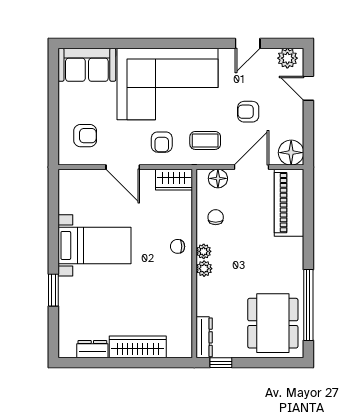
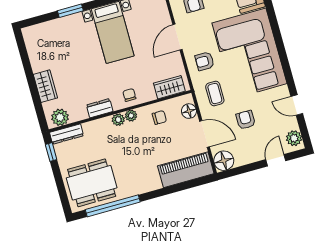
wardrobe: (174, 180) -> (169, 87), moved, turned 90
plant: (181, 340) -> (60, 117), added
wardrobe: (138, 347) -> (45, 86), width x0.67
dresser: (92, 349) -> (100, 108), moved, turned -90

